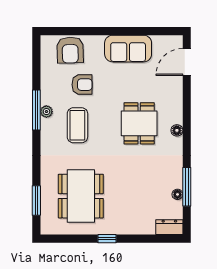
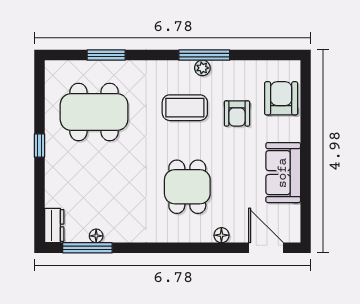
armchair: (70, 50) -> (281, 98), turned 92
dining table: (139, 123) -> (187, 187), turned 90
floor lamp: (177, 130) -> (221, 235), moved
window: (187, 187) -> (87, 248), moved
window: (36, 201) -> (106, 55), moved

